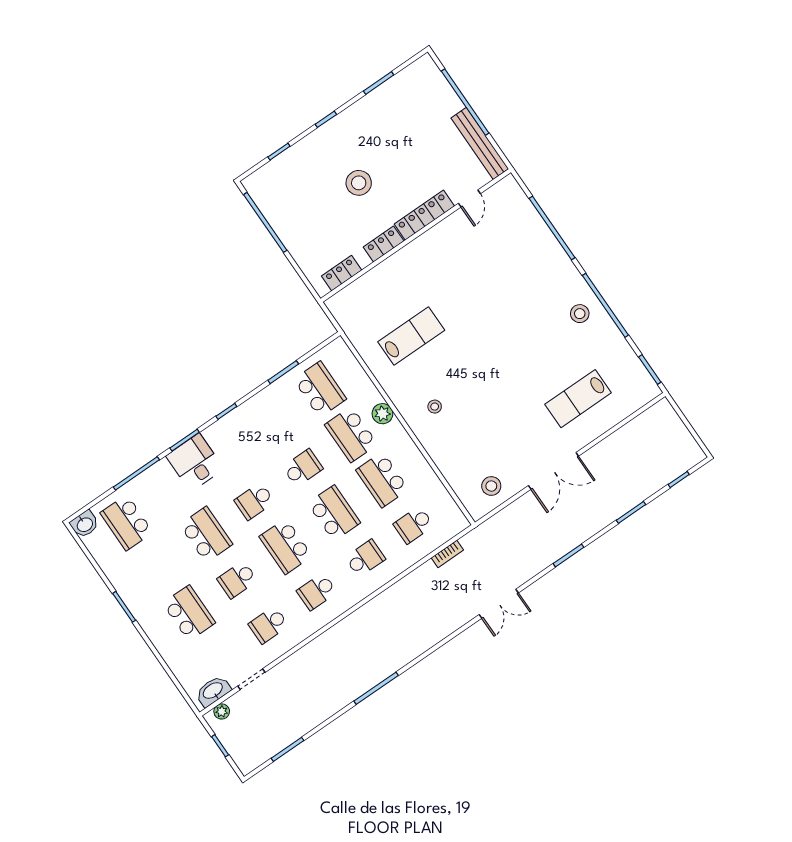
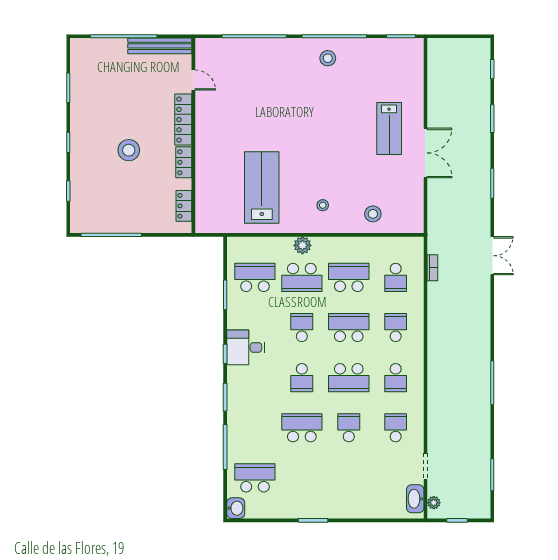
lab bench: (411, 336) -> (262, 187), width x1.36, depth x1.39
lab bench: (578, 399) -> (389, 128), moved
desk: (195, 462) -> (246, 347), moved
school desk: (382, 480) -> (349, 277), turned 180
stool: (491, 486) -> (373, 214), moved
school desk: (127, 523) -> (255, 478), turned 180
school desk: (237, 580) -> (349, 428), turned 180
school desk: (189, 613) -> (349, 478), removed
school desk: (269, 625) -> (396, 428), turned 180

